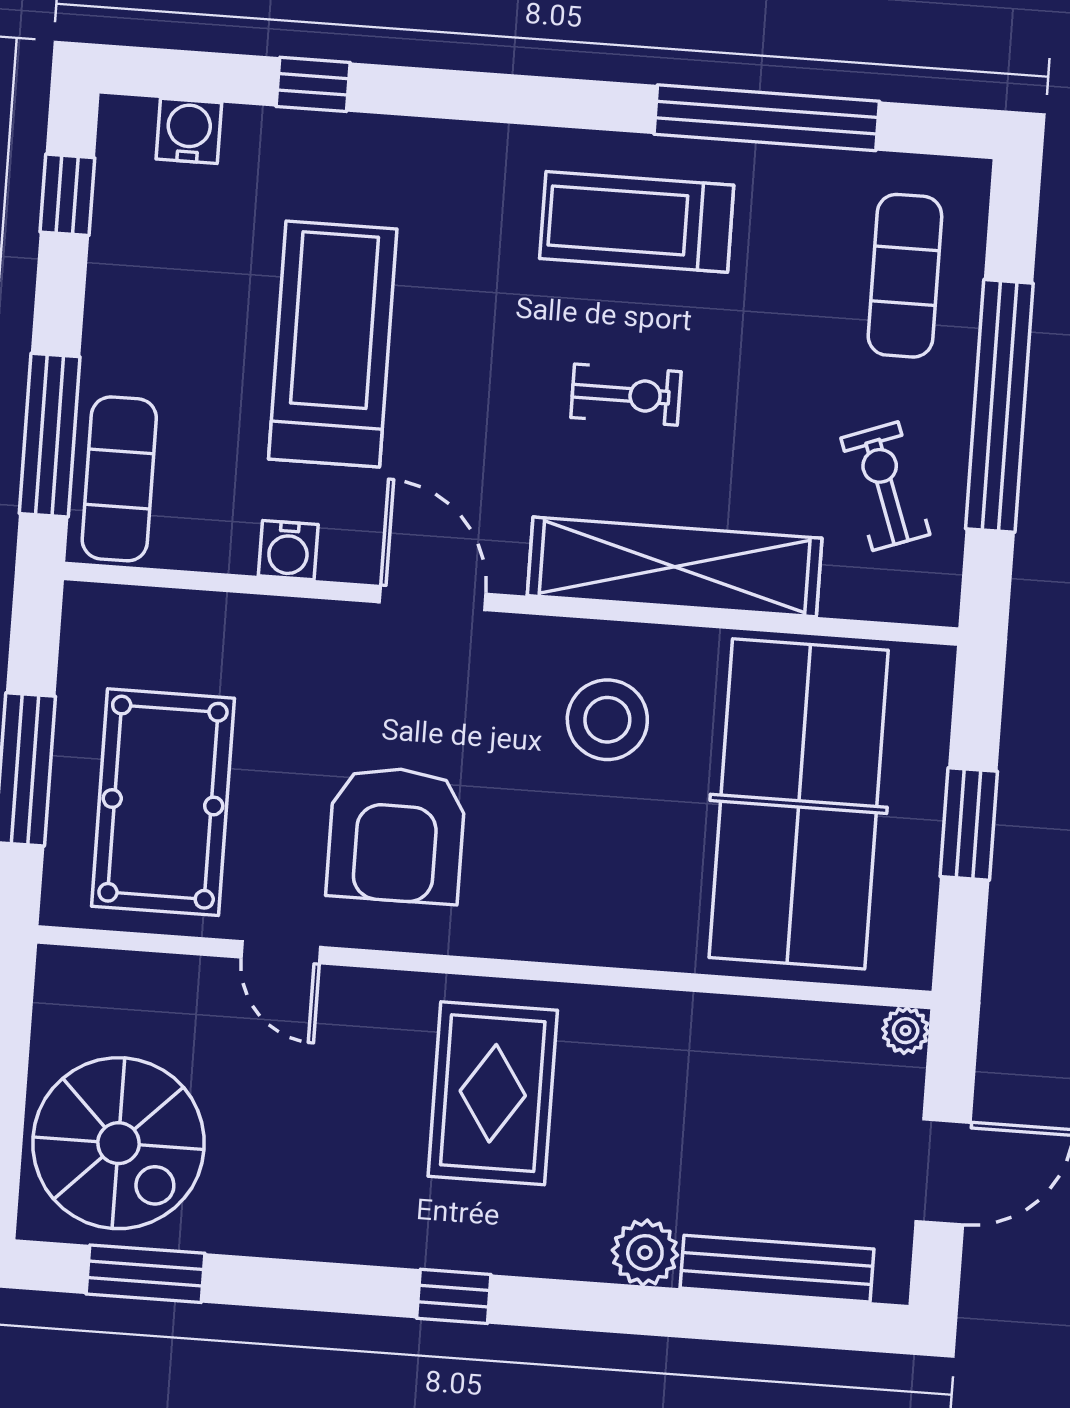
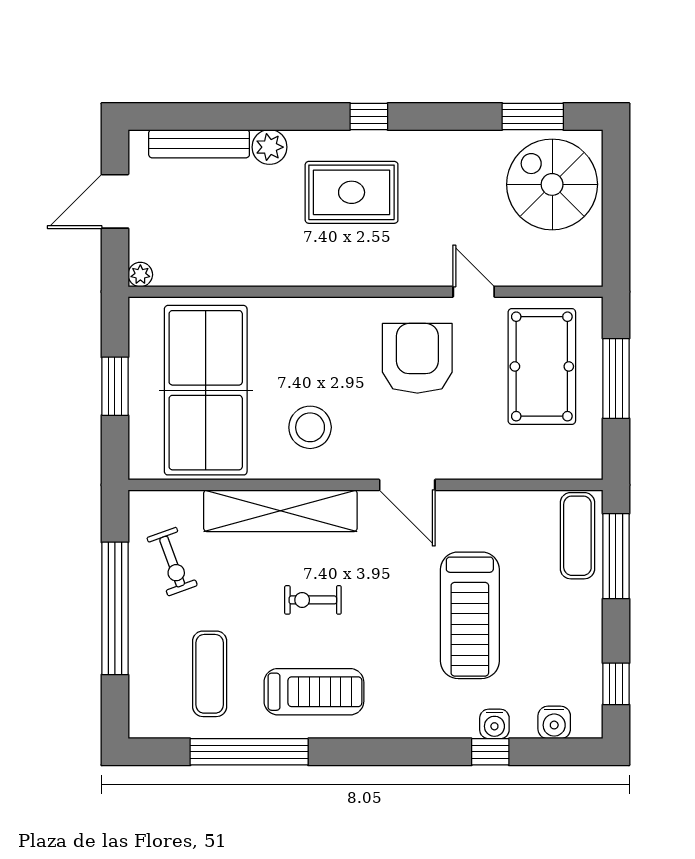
exercise mat: (905, 276) -> (210, 674), moved
water cooler: (288, 550) -> (494, 724), moved, turned 180
rug: (493, 1093) -> (352, 192), moved, turned 90

